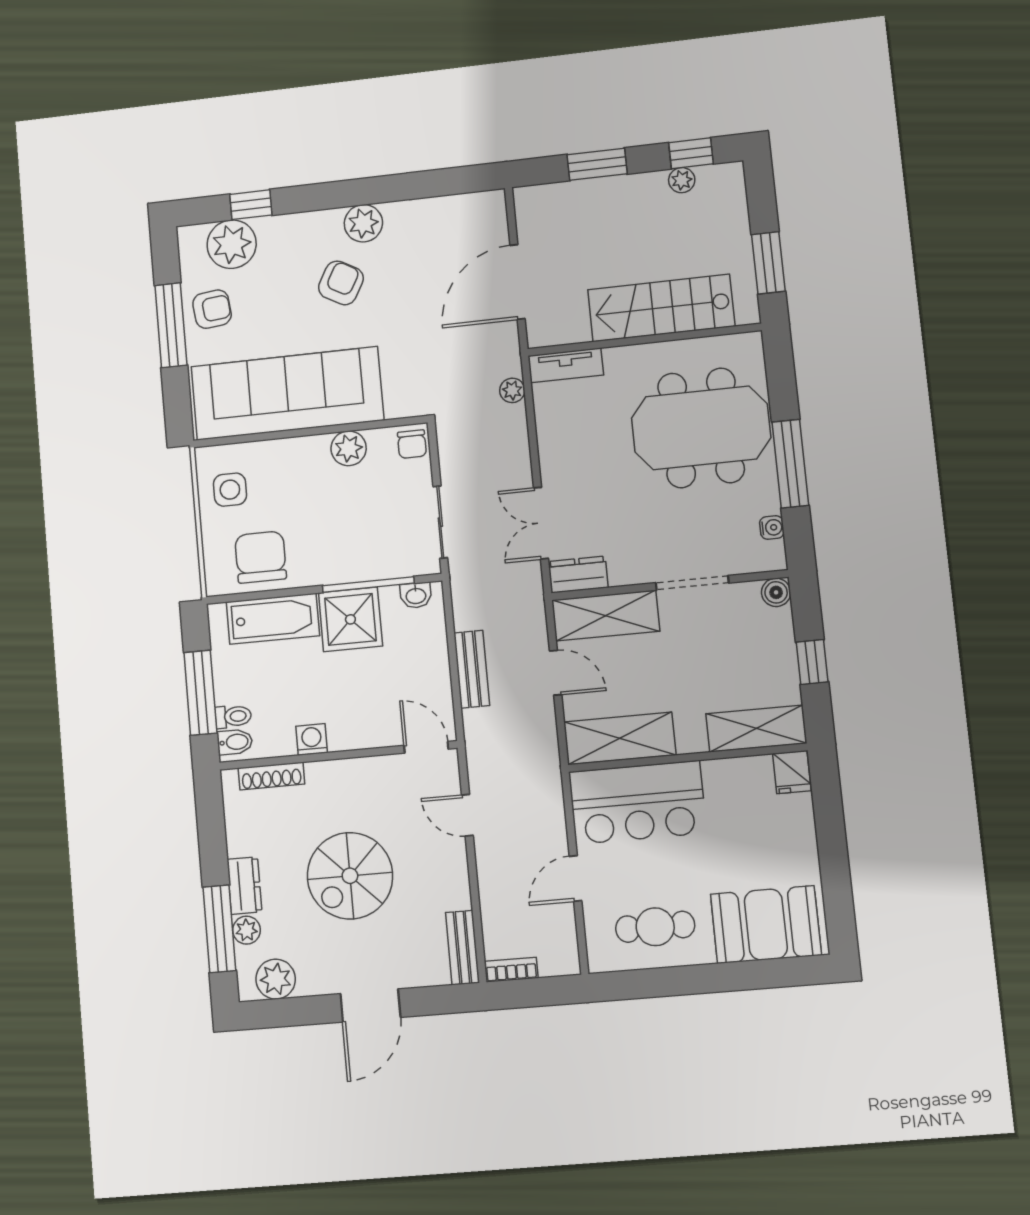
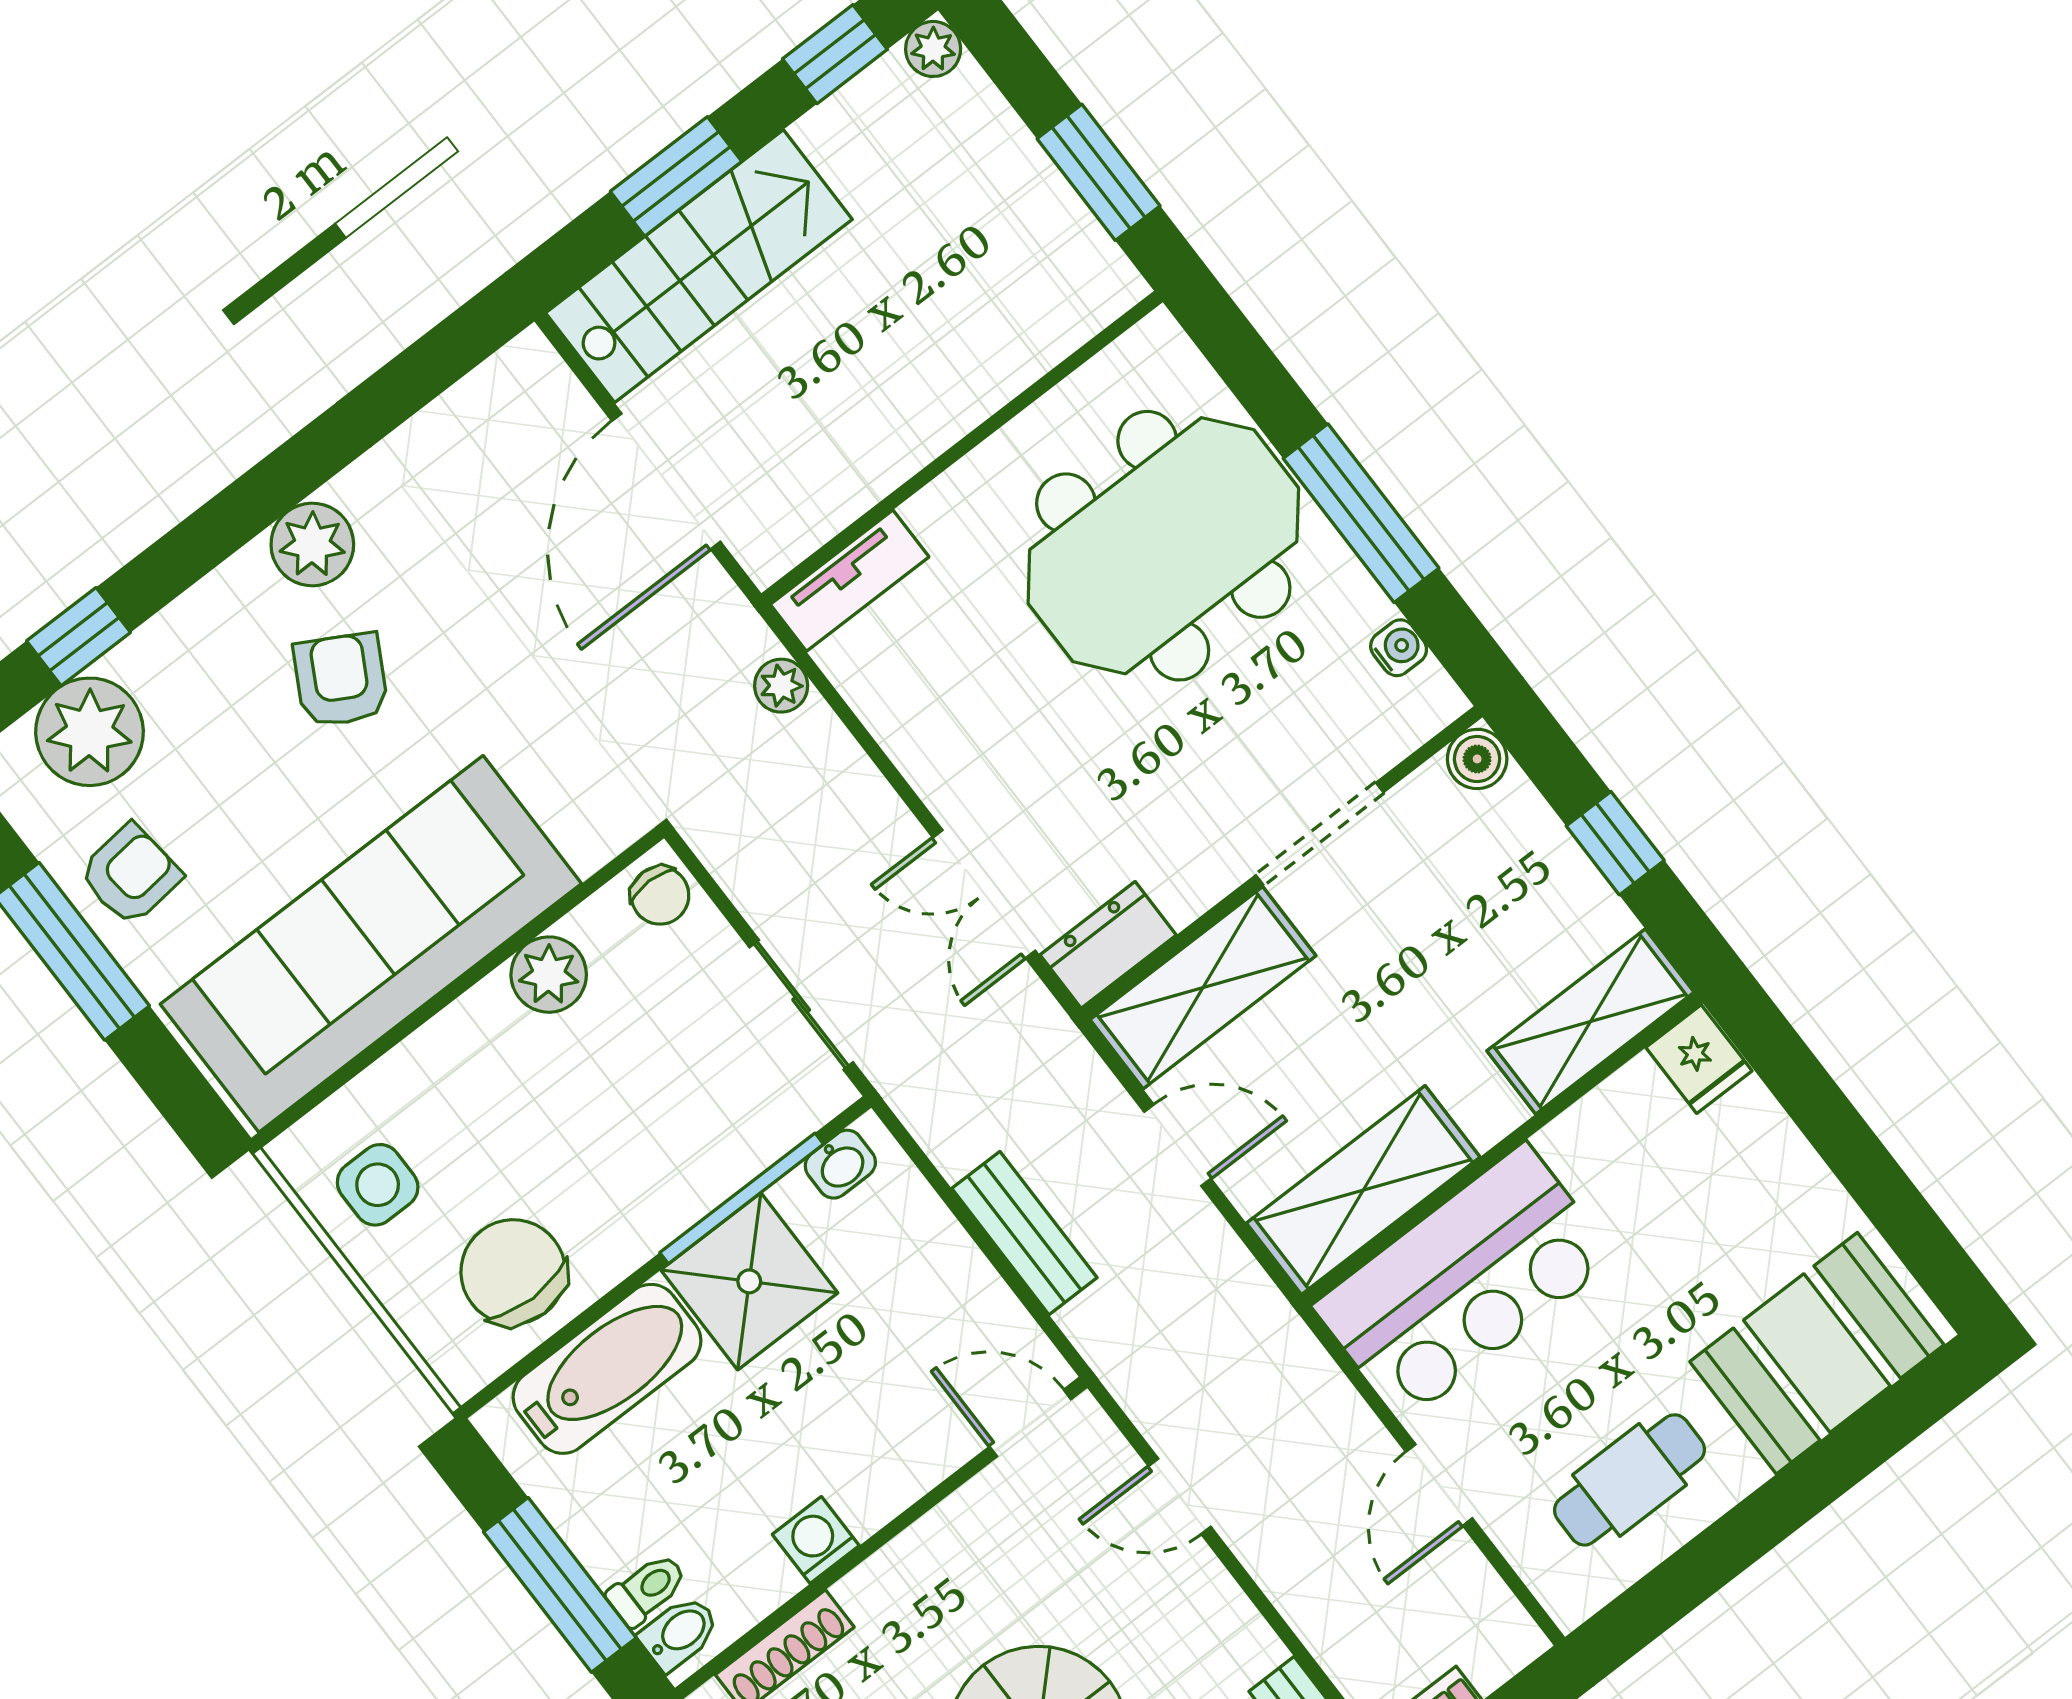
plant: (682, 180) -> (933, 49), moved
stairs: (661, 308) -> (699, 266), moved, turned 180

